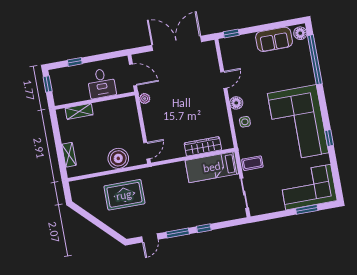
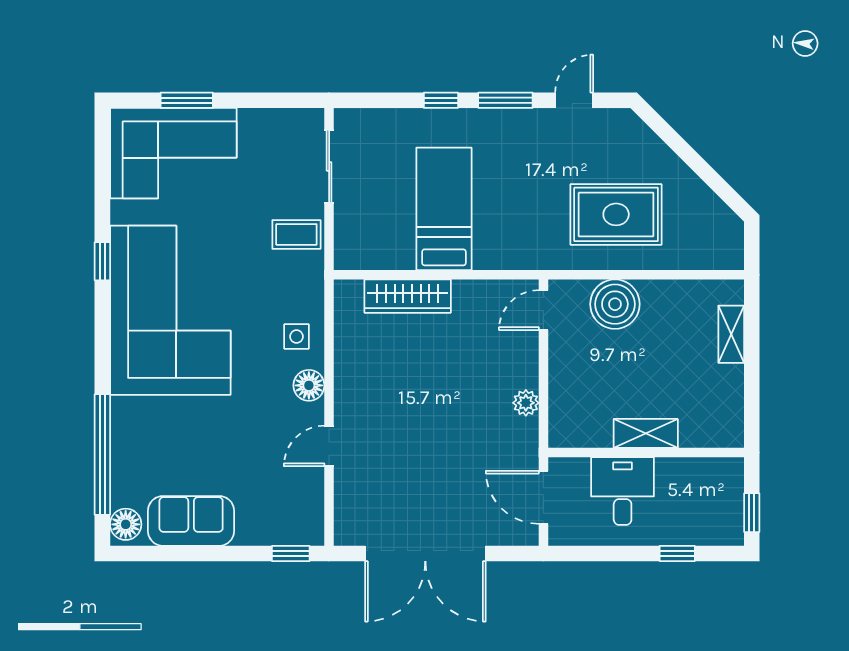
plant: (145, 98) -> (526, 403), moved
shelving: (79, 111) -> (646, 433), moved
bed: (212, 167) -> (444, 209), moved, turned -90

